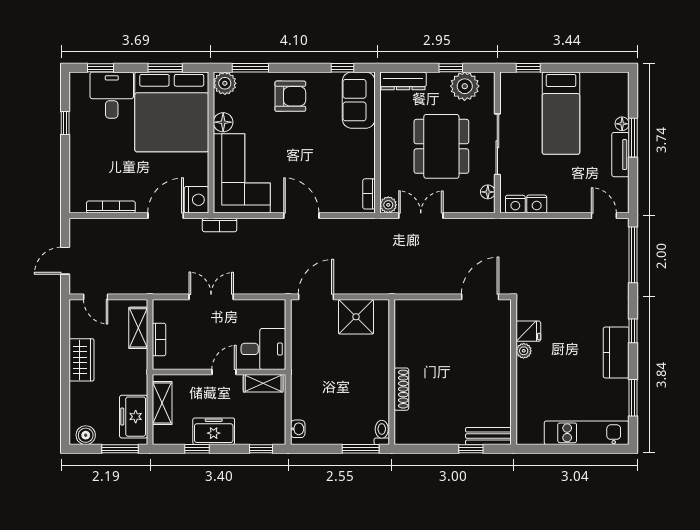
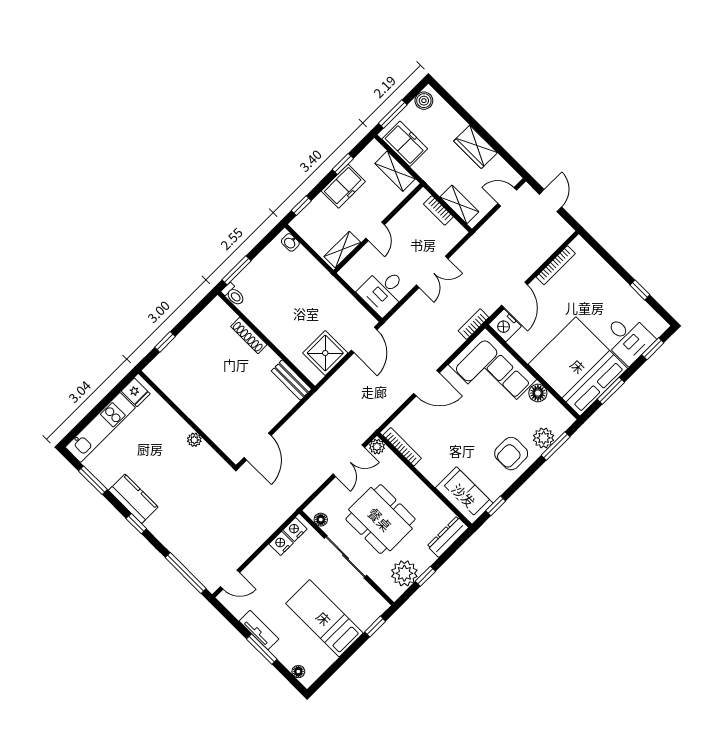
plant: (225, 83) -> (544, 438), moved
floor lamp: (622, 124) -> (298, 672), moved
bookcase: (369, 194) -> (402, 447), width x1.56
fridge: (528, 331) -> (136, 392), moved, turned -90
desk: (263, 349) -> (383, 291), moved
bench: (488, 436) -> (291, 380), moved, turned 90

